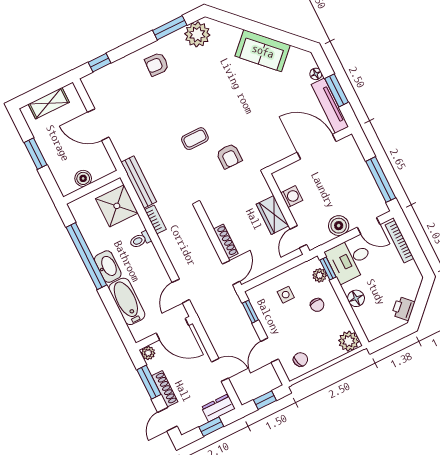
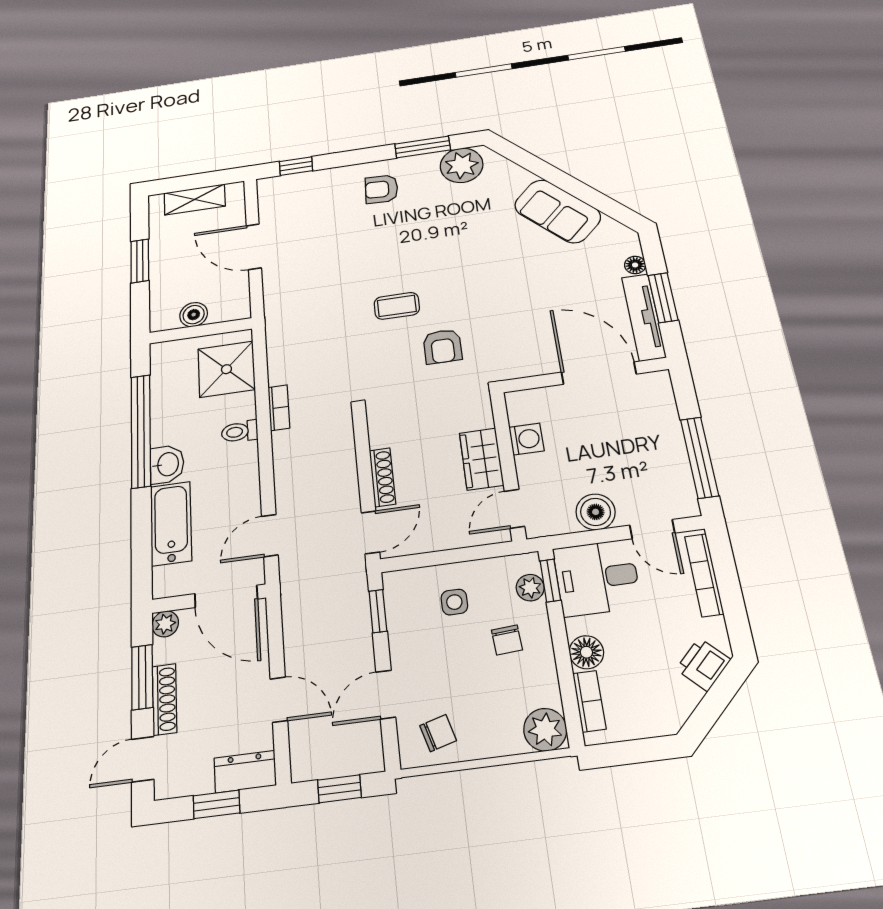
bench: (139, 182) -> (278, 344), removed
washbasin: (108, 267) -> (167, 464), width x0.72
printer: (403, 309) -> (703, 664), moved
bookcase: (364, 321) -> (589, 701), added

